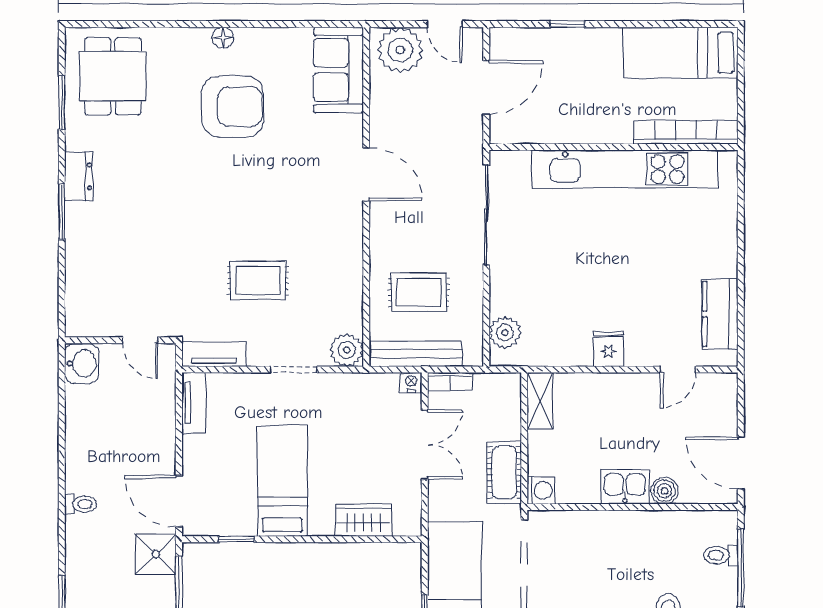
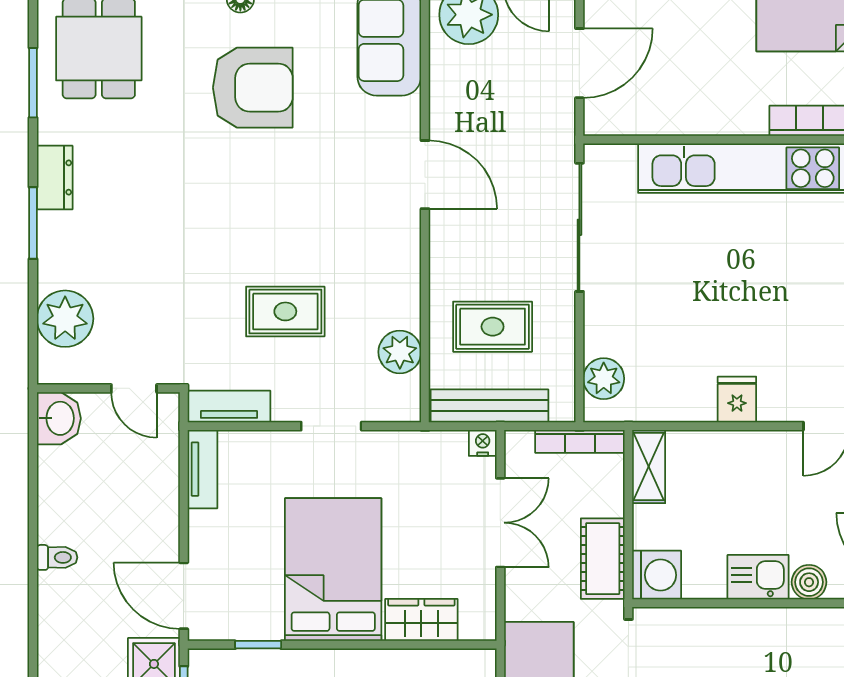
plant: (87, 286) -> (65, 319), added
plant: (347, 350) -> (400, 352), moved
bookcase: (450, 381) -> (580, 441), moved, width x1.56
bed: (282, 481) -> (333, 570), width x1.50
washing machine: (541, 490) -> (657, 575), width x1.38, depth x1.38
toilet: (81, 504) -> (57, 557), moved

